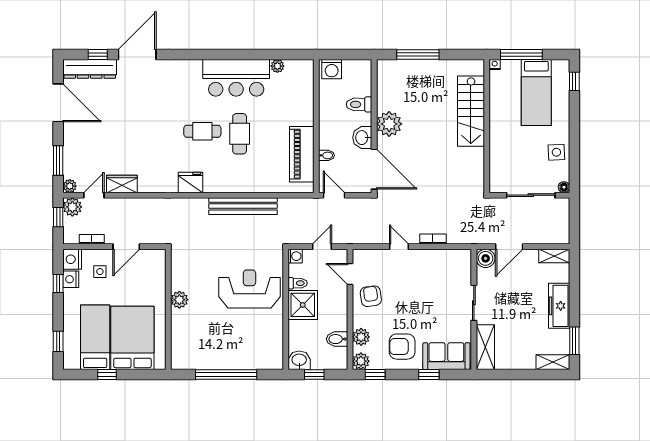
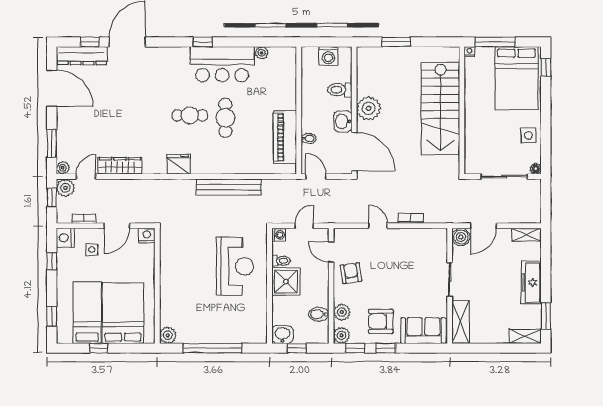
window: (216, 54) -> (203, 42), added
window: (418, 54) -> (396, 42), width x0.69
washing machine: (332, 69) -> (328, 56), moved
bed: (536, 92) -> (517, 78), width x1.50
stairs: (471, 111) -> (440, 108), width x1.36, depth x1.51
wardrobe: (122, 184) -> (120, 166), width x1.50
nightstand: (71, 279) -> (147, 236), moved, turned 90
reception desk: (249, 289) -> (235, 266), turned 90
plant: (179, 300) -> (168, 335), moved
window: (429, 374) -> (386, 348), moved

